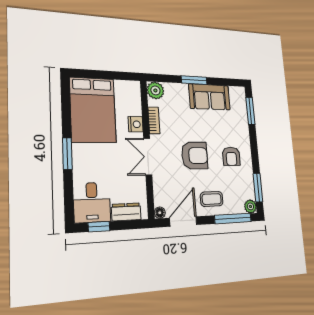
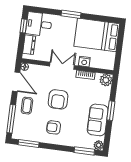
plant: (250, 206) -> (99, 145), moved

